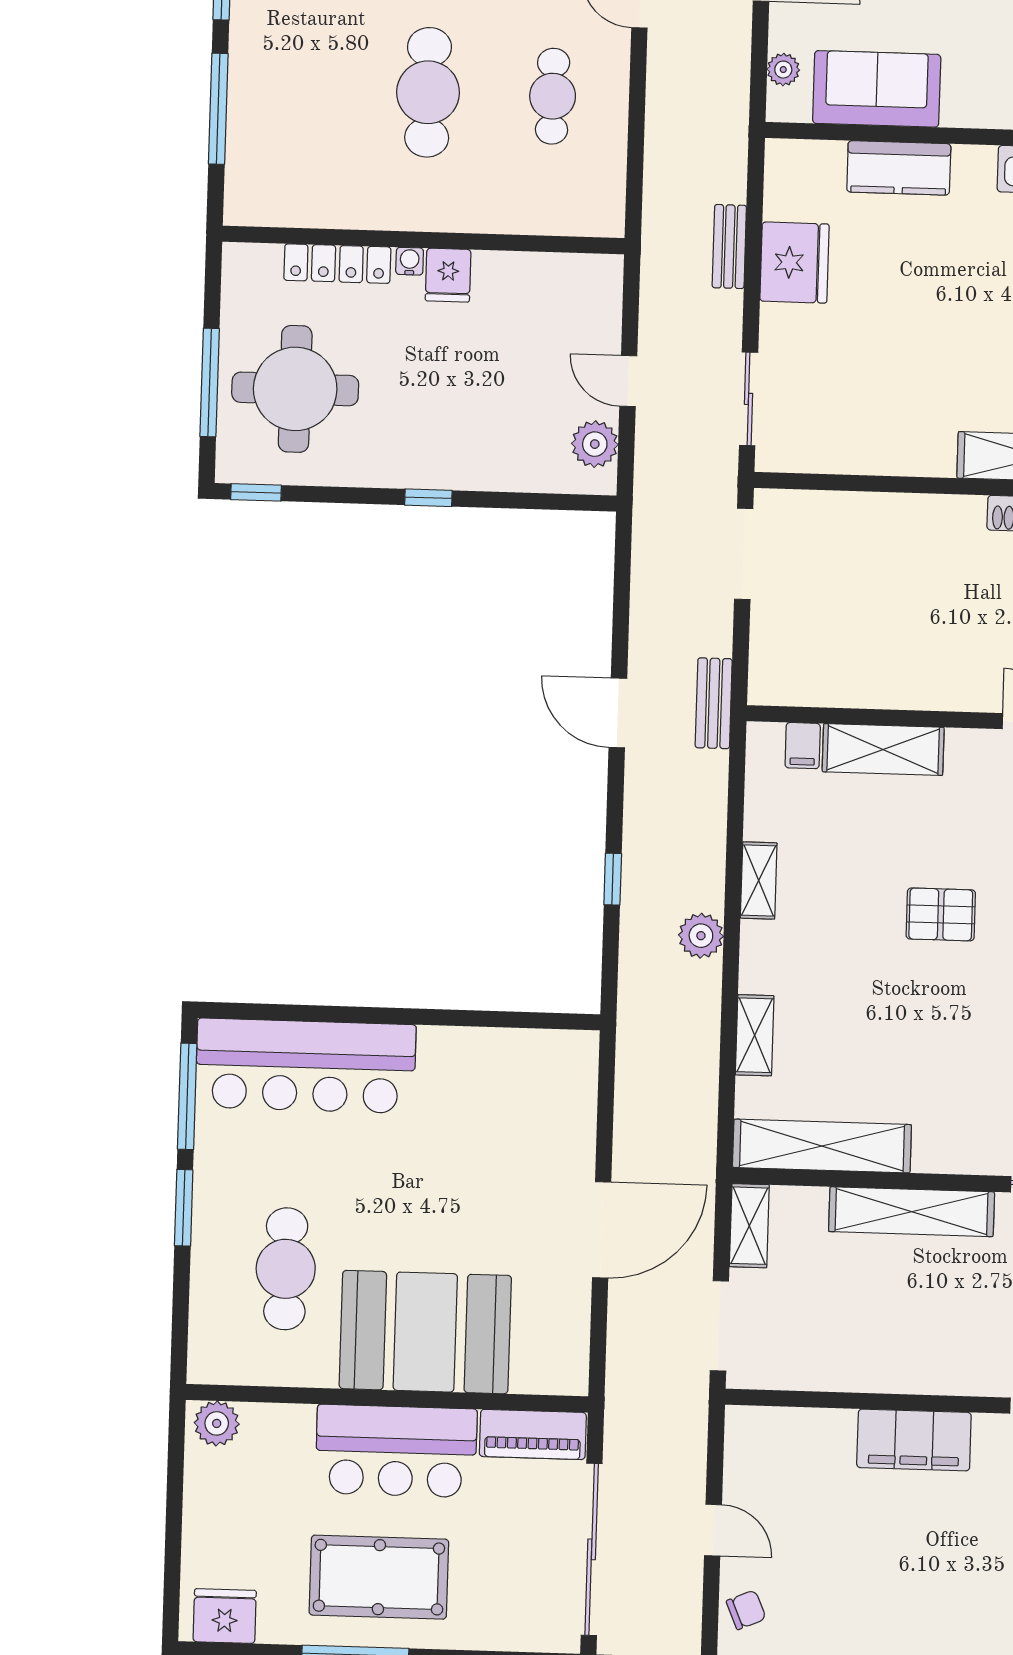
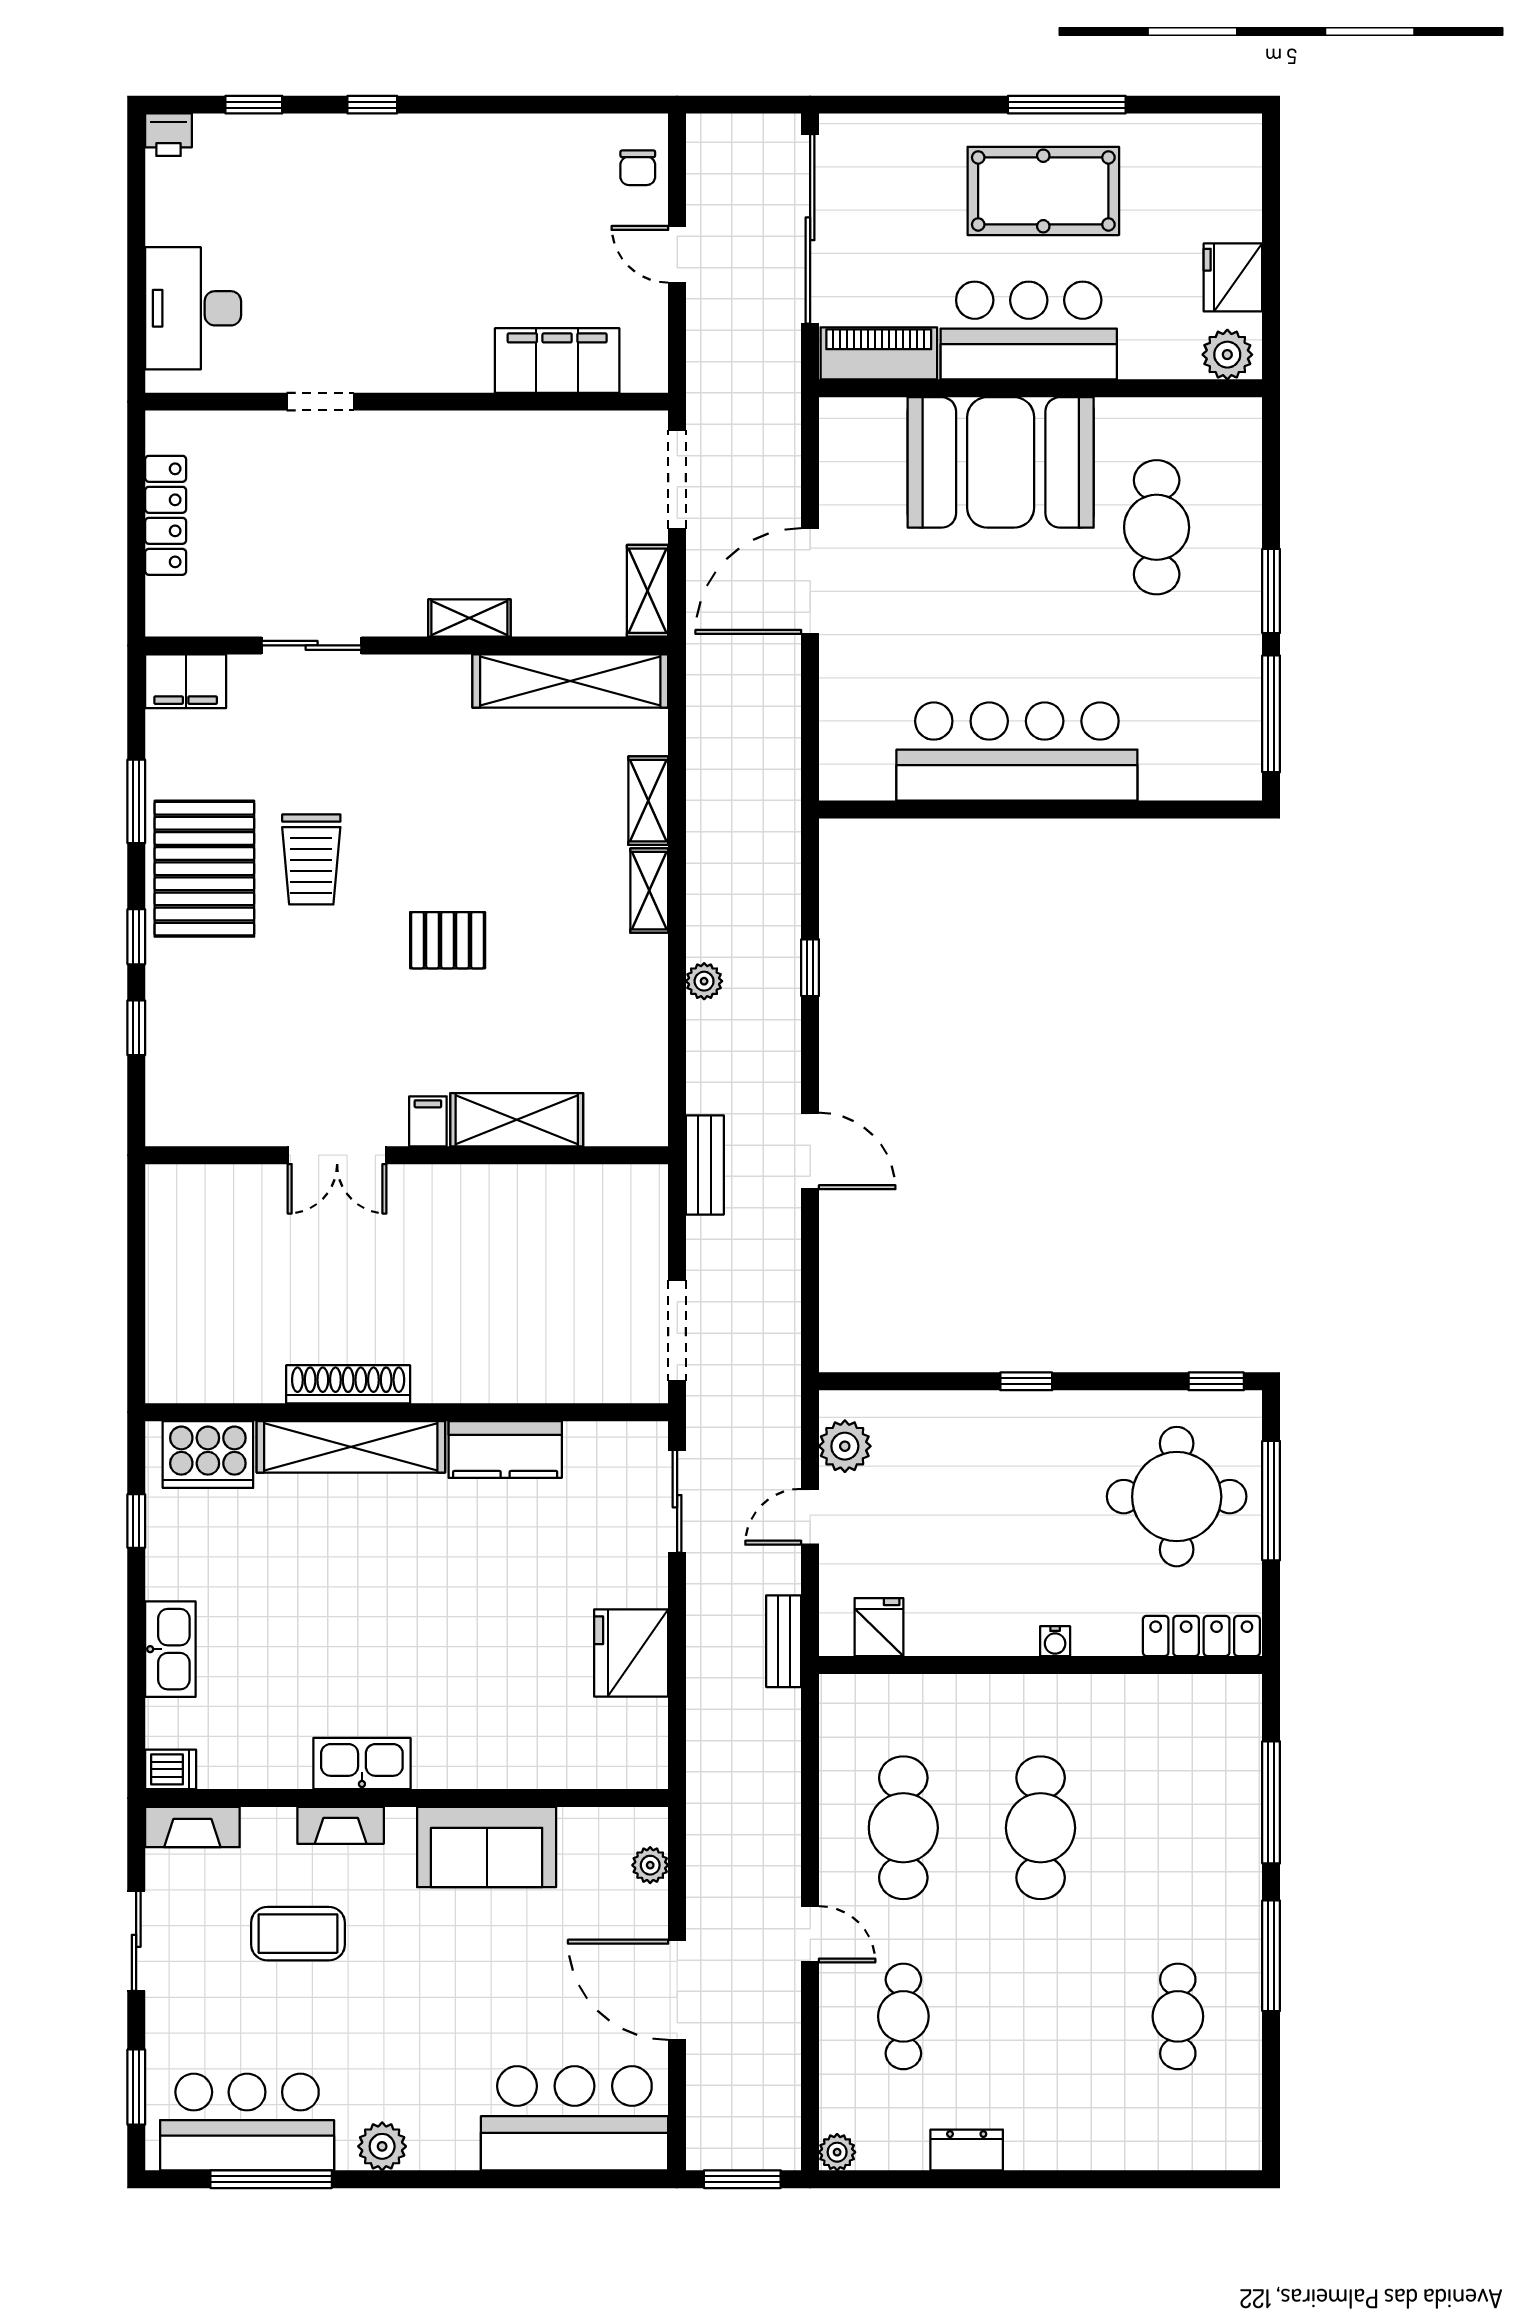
sofa: (877, 89) -> (487, 1847), moved
cafe table: (553, 96) -> (903, 1828), width x1.37, depth x1.35
kitchen counter: (899, 168) -> (505, 1449), moved, turned 180
bench: (729, 247) -> (784, 1641), moved
locker: (337, 264) -> (1201, 1636), moved
fridge: (448, 275) -> (879, 1627), moved
door: (628, 381) -> (810, 1517), swing flipped
filing cabinet: (803, 746) -> (428, 1121), moved
shelving: (759, 880) -> (649, 891), moved
plant: (701, 936) -> (704, 981), moved, width x0.73, depth x0.73
bar counter: (306, 1066) -> (1017, 751), moved
shelving: (912, 1212) -> (469, 618), width x0.45, depth x0.75
filing cabinet: (914, 1440) -> (557, 360), moved
chair: (746, 1610) -> (638, 168), turned -67
fridge: (225, 1616) -> (1233, 277), moved, turned 90

